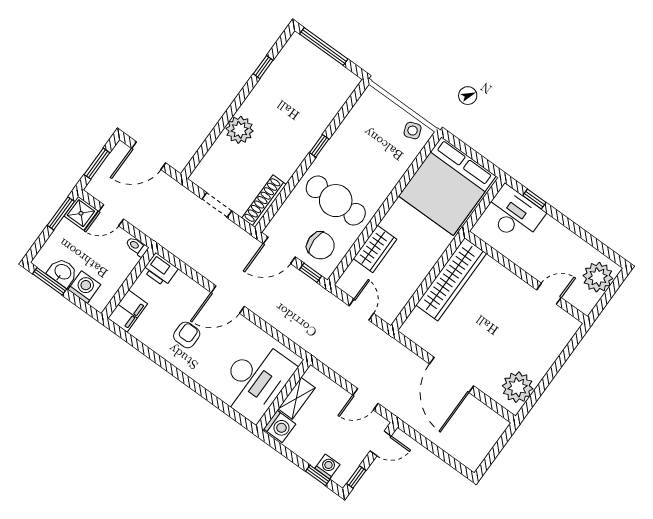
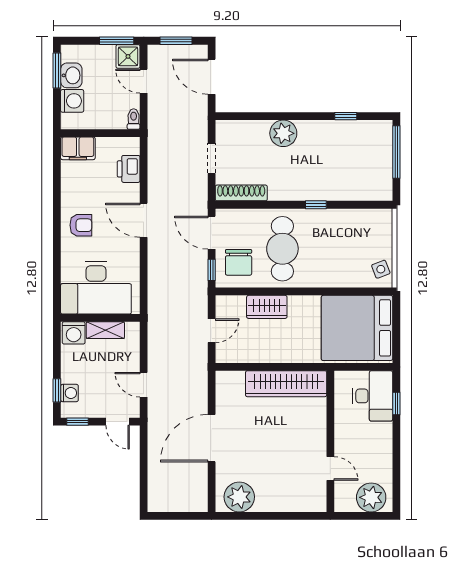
printer: (160, 270) -> (129, 169), moved
armchair: (187, 335) -> (81, 225), moved

